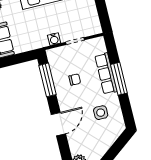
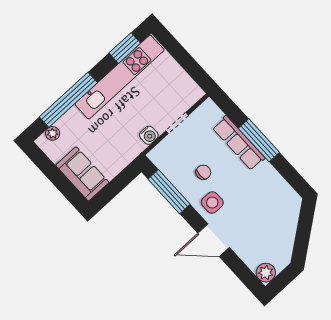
side table: (101, 113) -> (212, 203), moved
door: (58, 124) -> (214, 240), swing flipped

